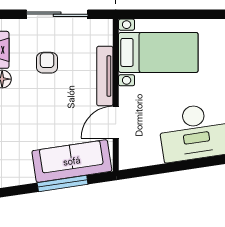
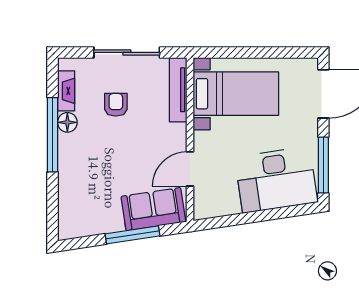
tv unit: (105, 76) -> (178, 90), moved
sofa: (72, 161) -> (153, 209), width x0.73

